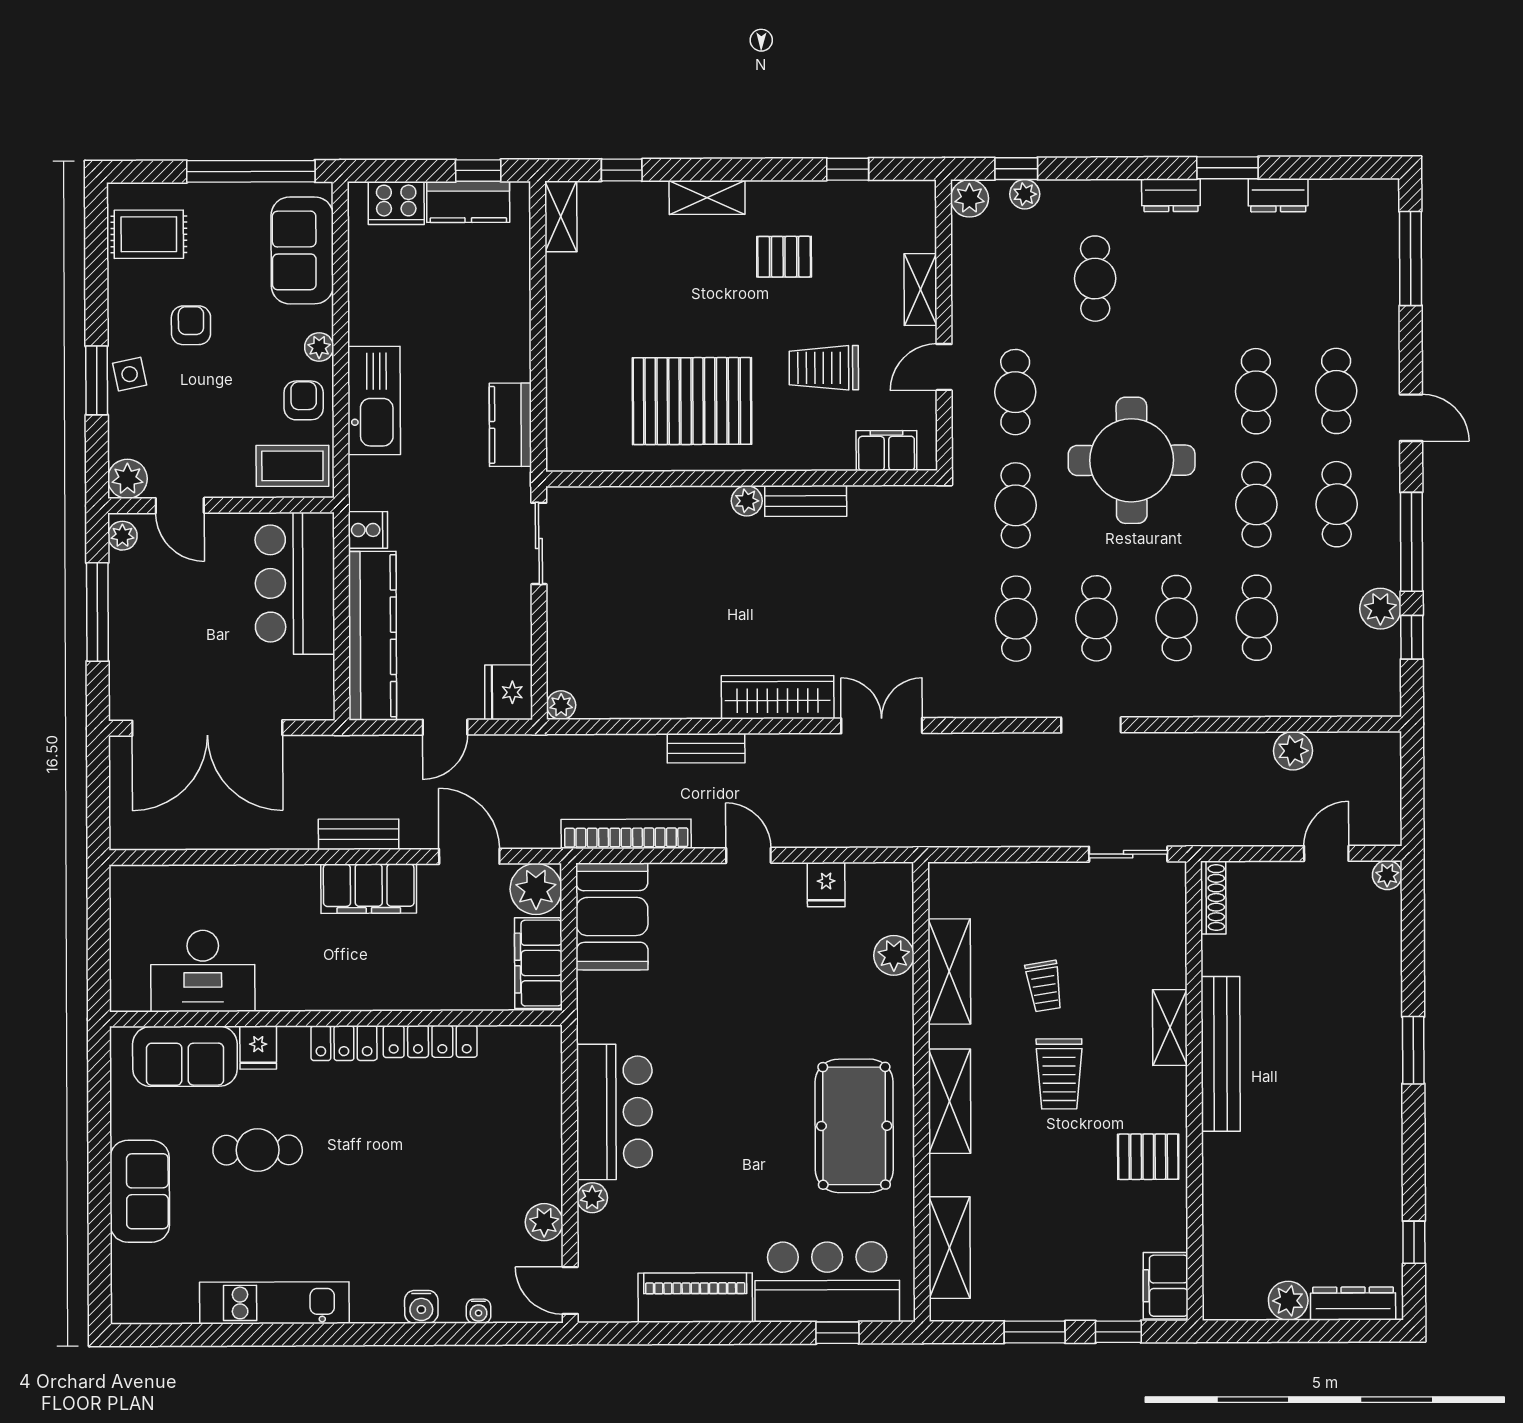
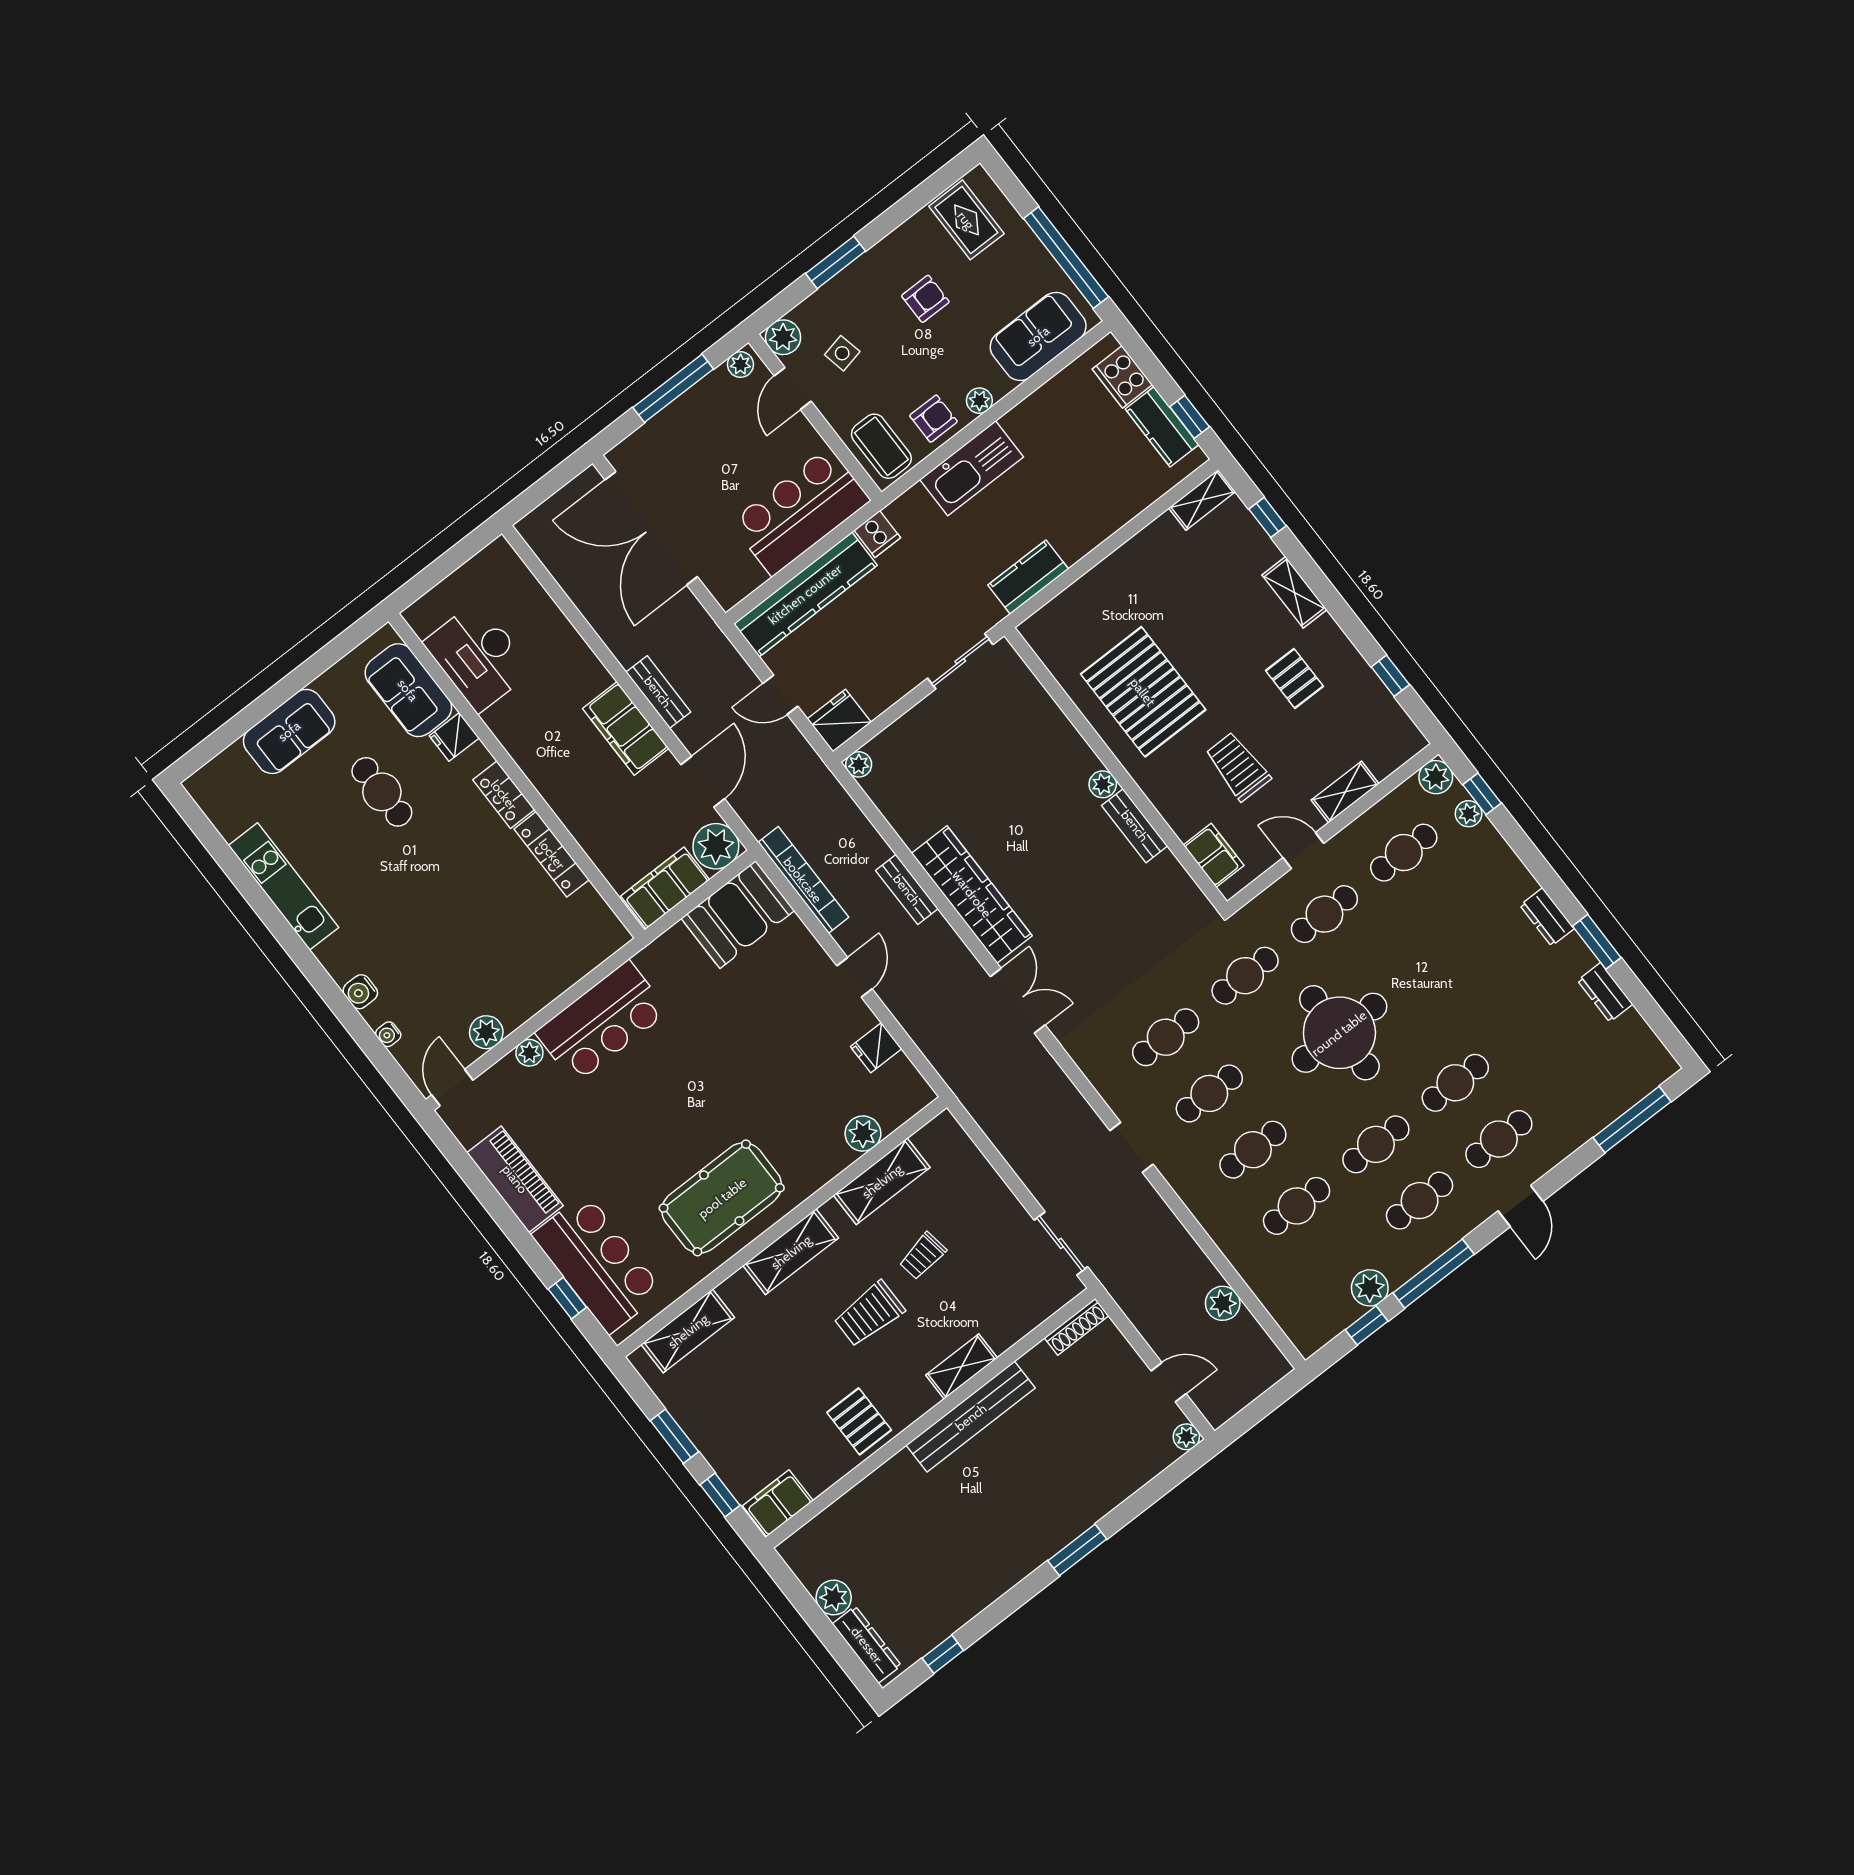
cafe table: (1095, 279) -> (1404, 853), moved
side table: (130, 374) -> (842, 353), moved
wardrobe: (778, 697) -> (972, 894), width x1.40, depth x1.17

